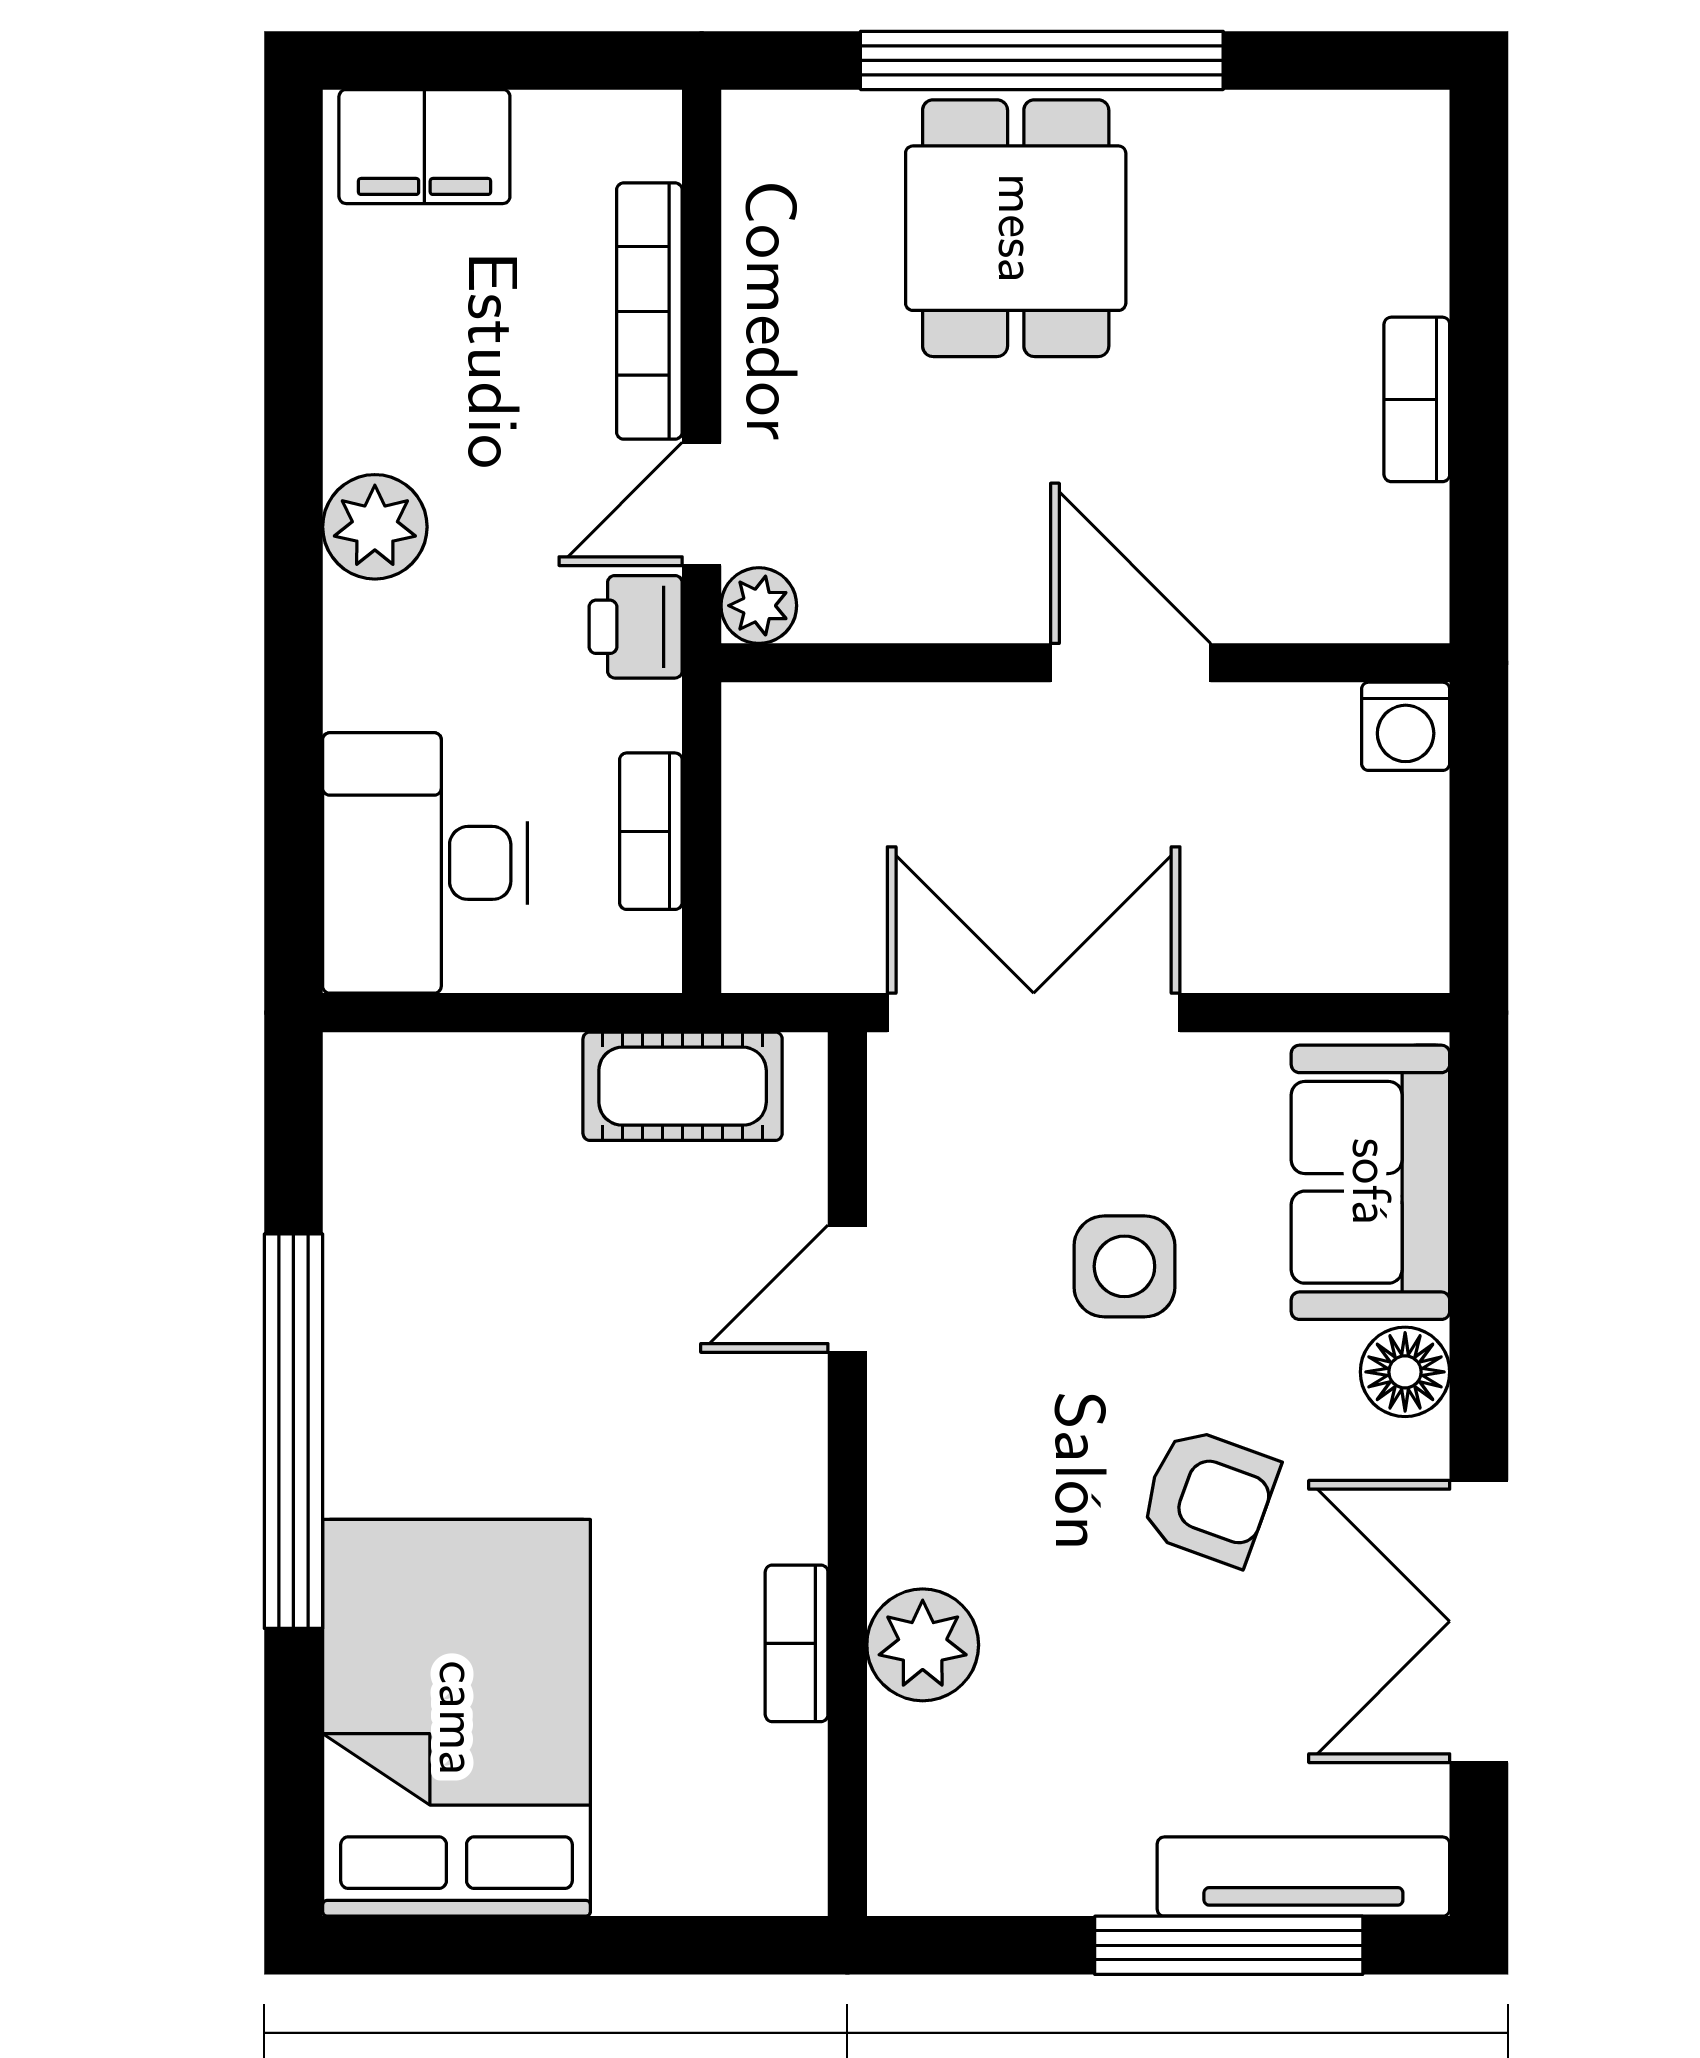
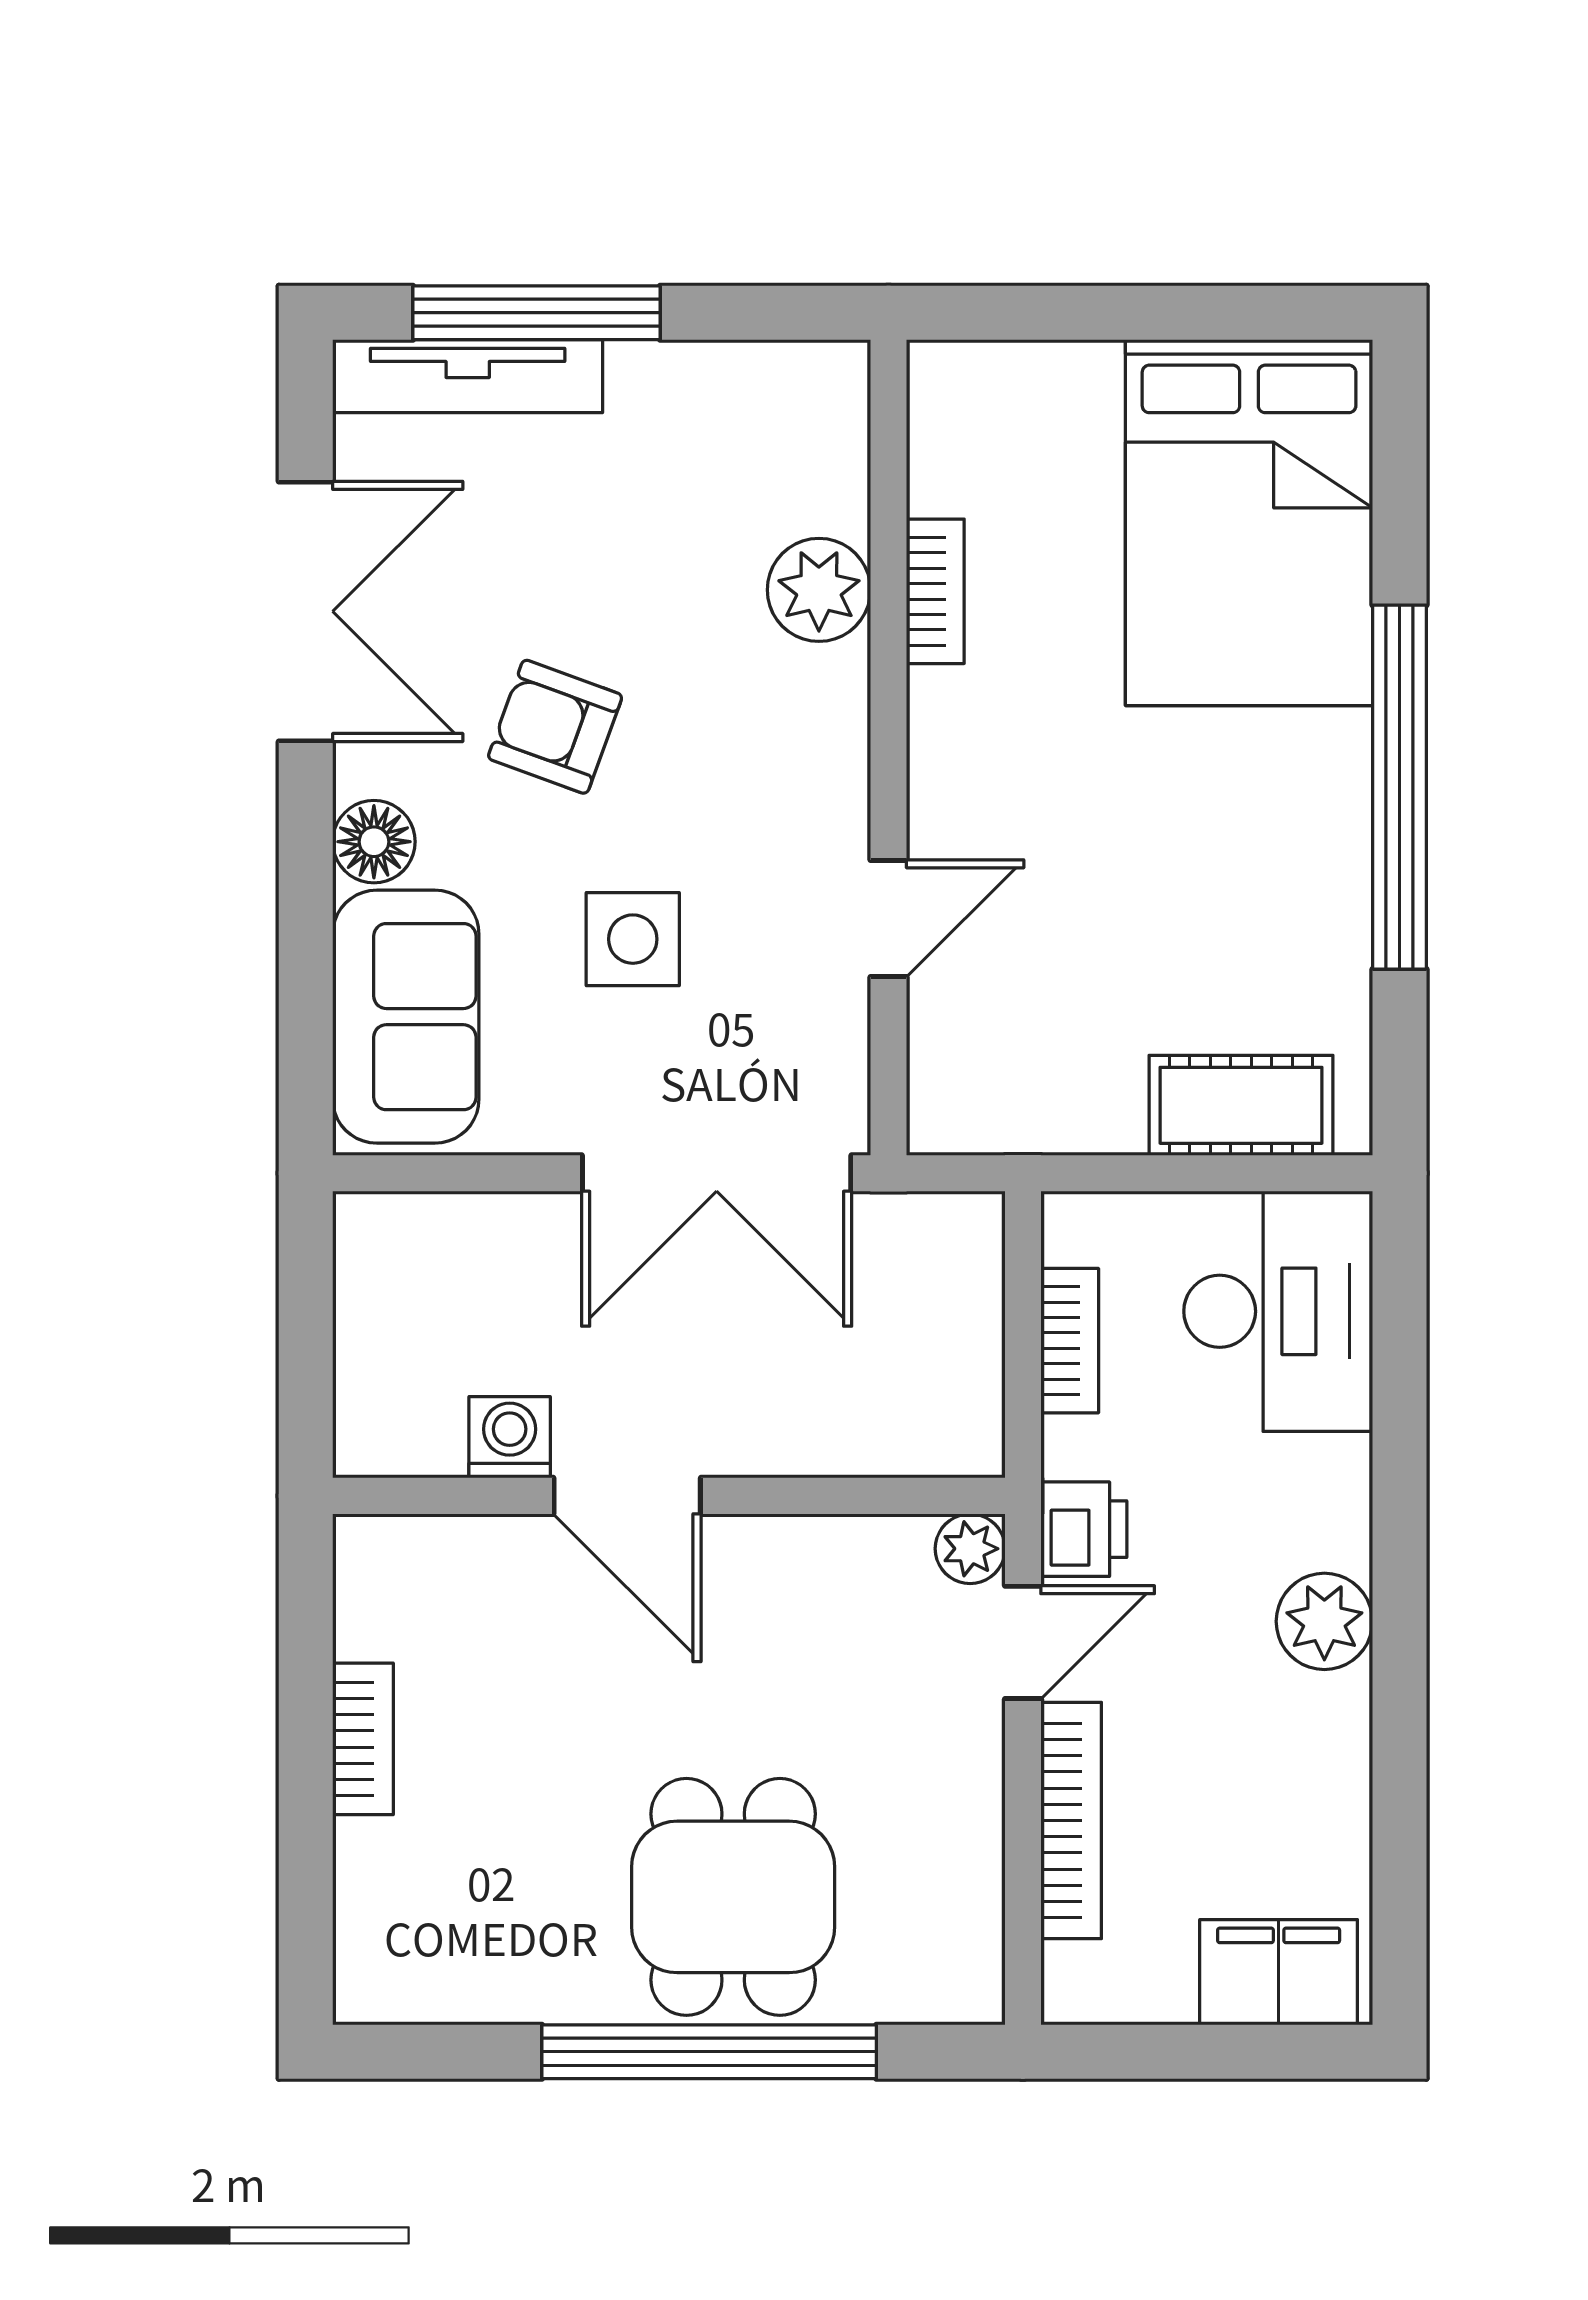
washing machine: (1406, 726) -> (510, 1437), moved
cot: (683, 1086) -> (1241, 1105), moved

